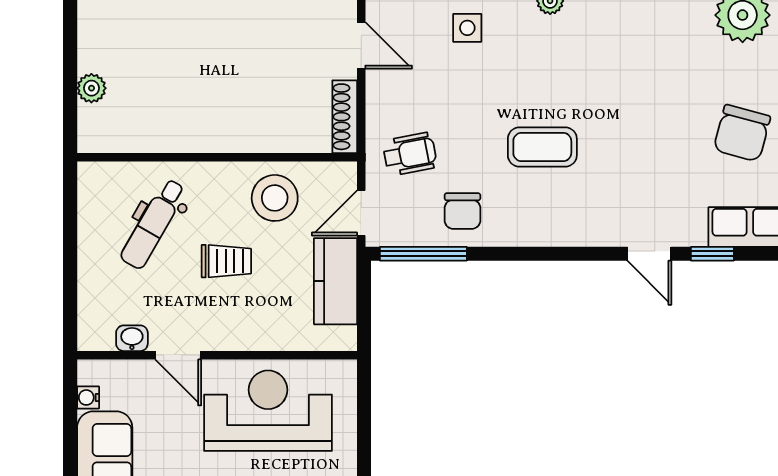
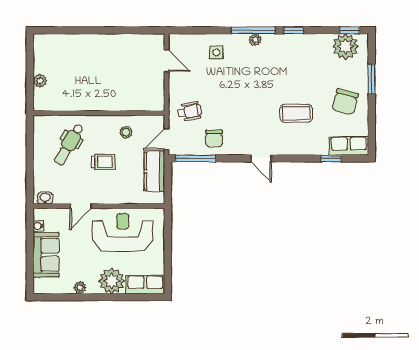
shoe rack: (345, 117) -> (159, 94), removed
coffee table: (542, 147) -> (296, 113), moved
stool: (275, 198) -> (126, 132), width x0.53, depth x0.53
door: (649, 254) -> (261, 158), moved
washbasin: (132, 338) -> (45, 198), moved
door: (178, 355) -> (81, 206), hinge flipped

